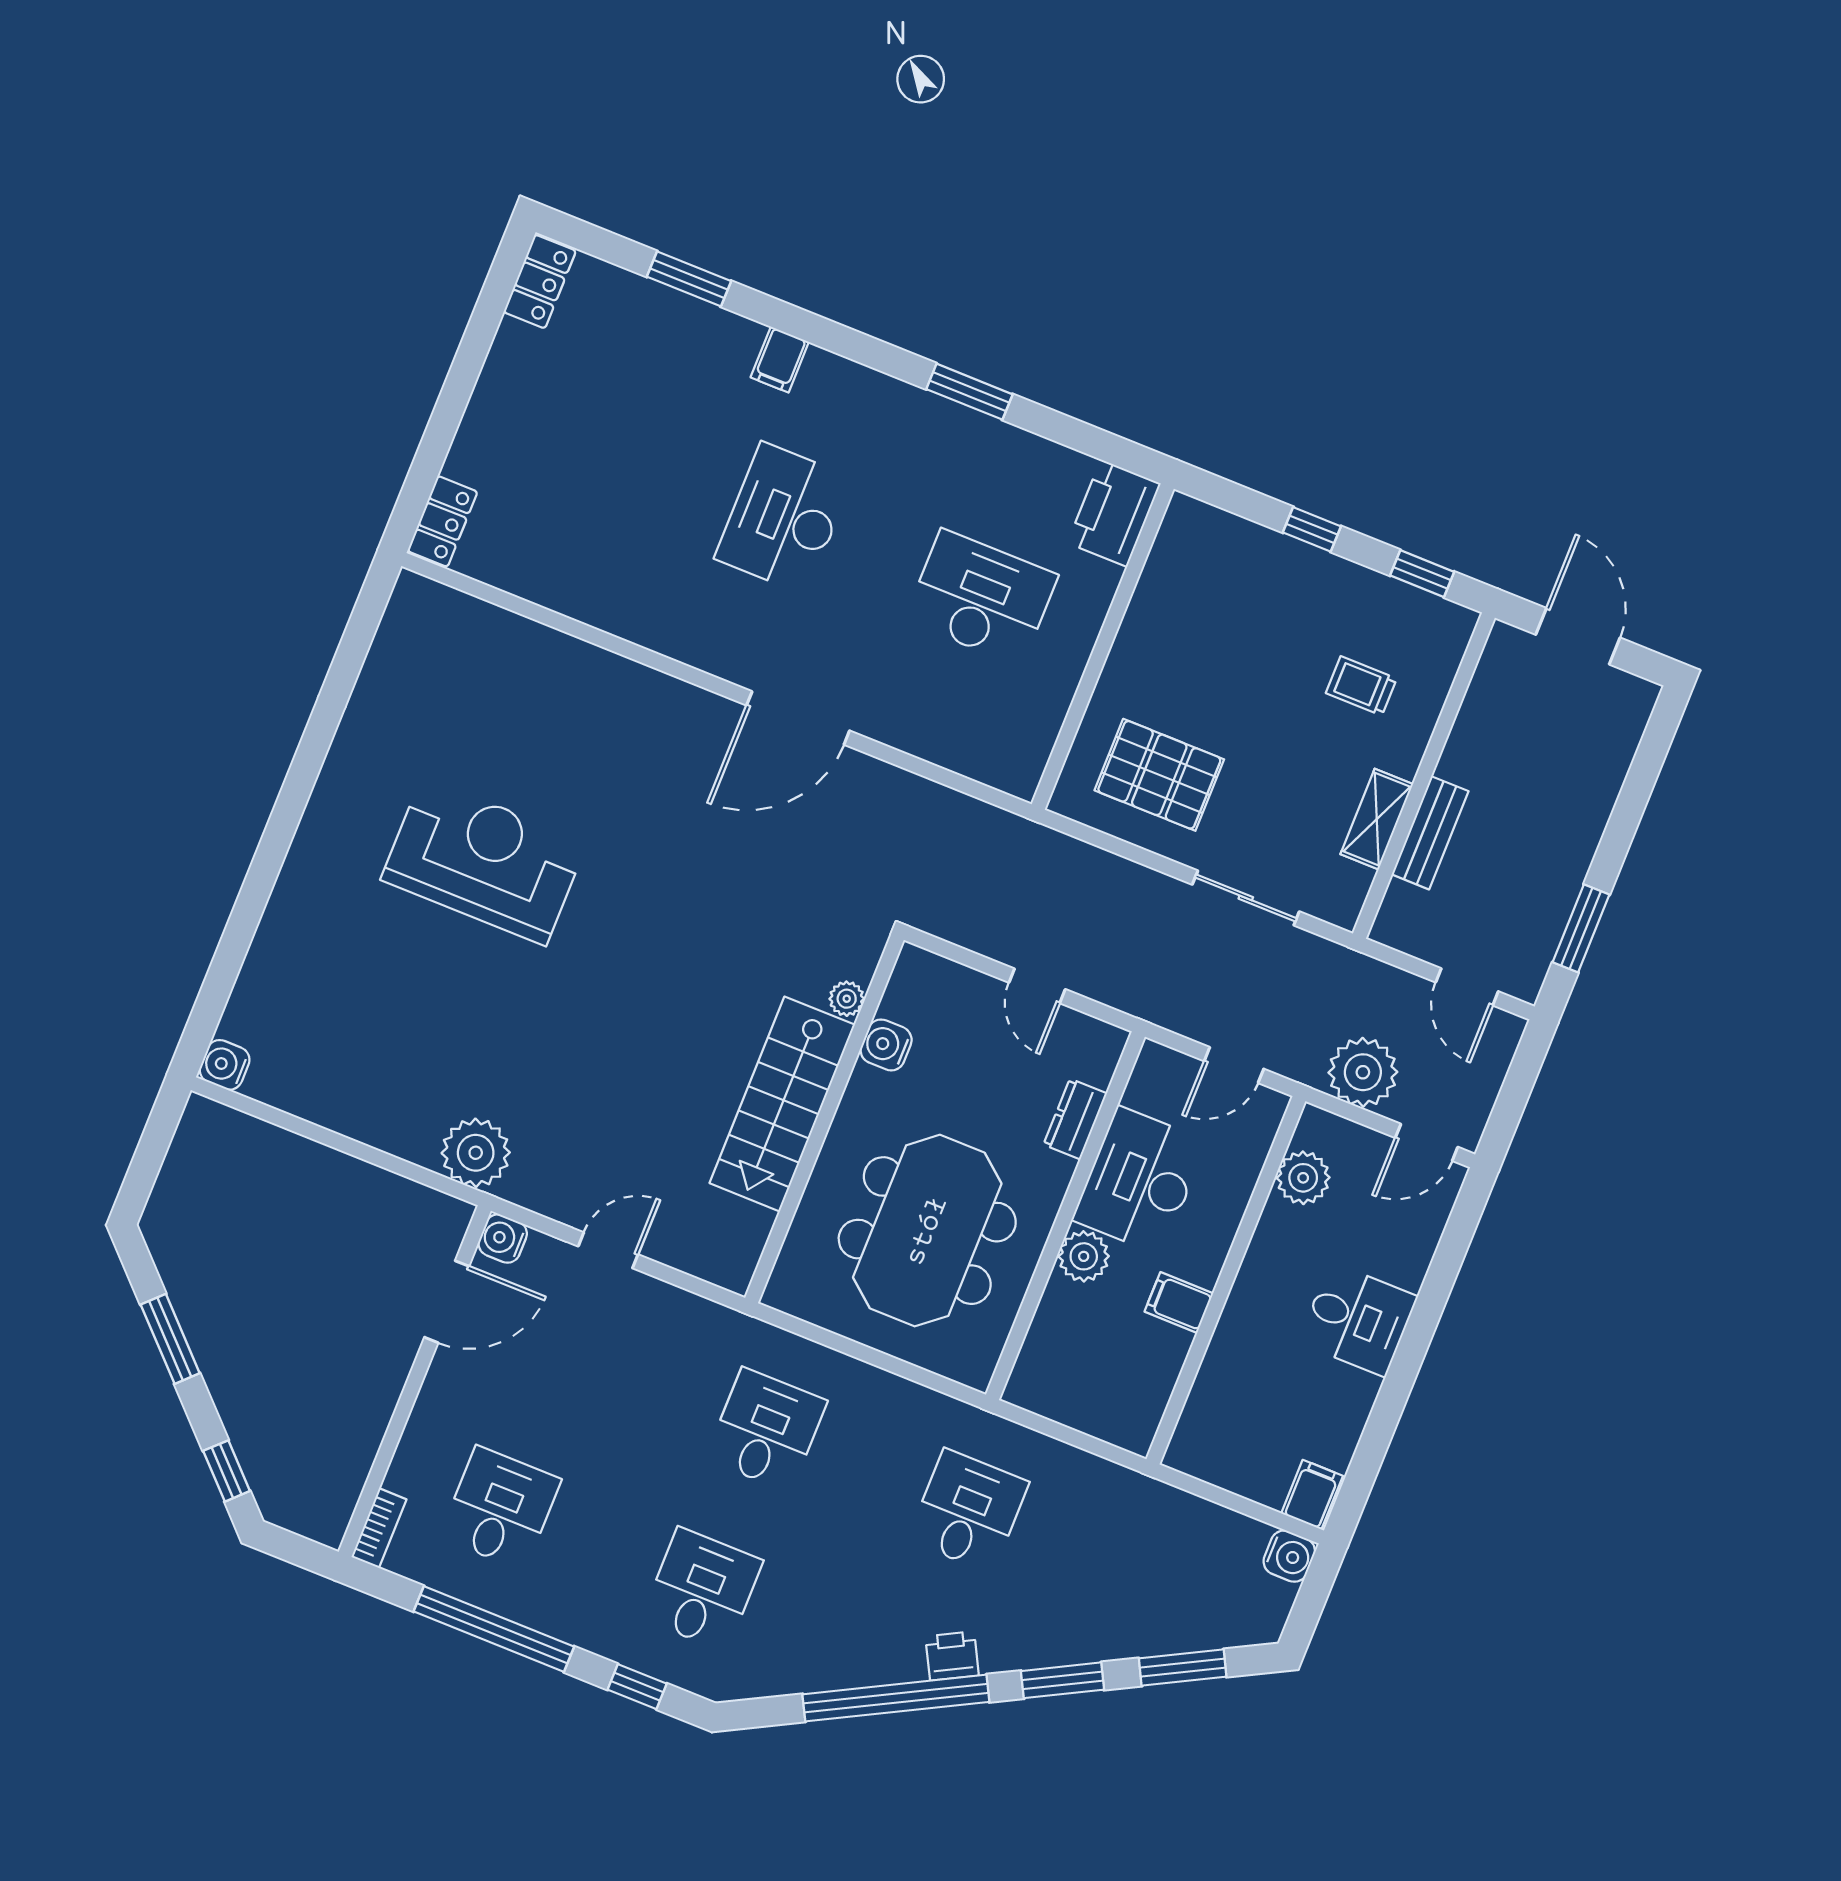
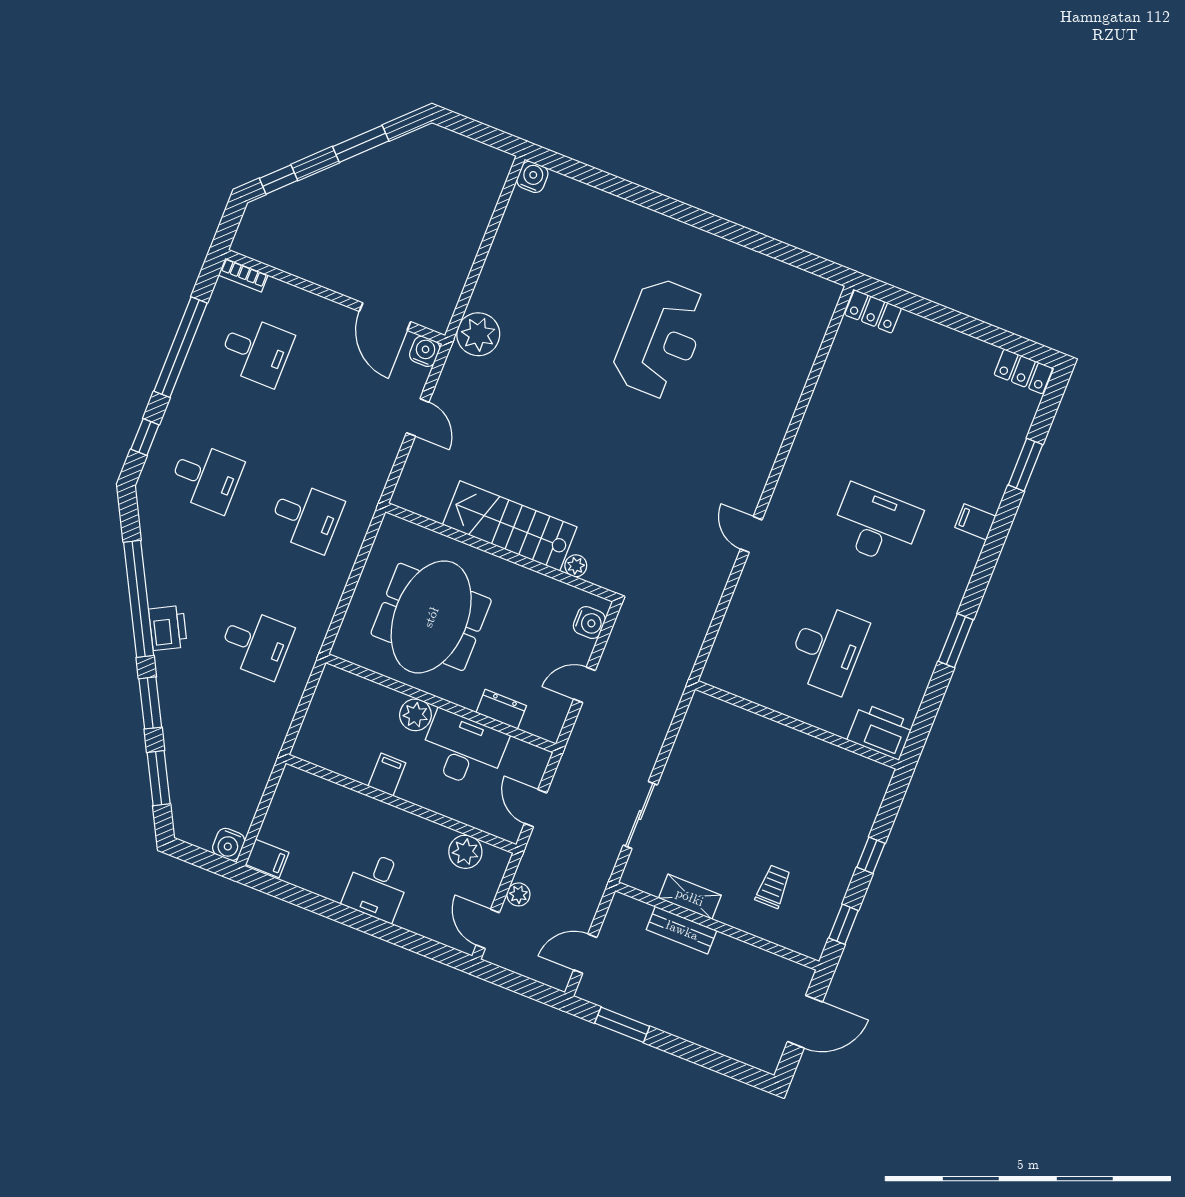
door: (798, 718) -> (751, 534), width x0.53
pallet: (1159, 775) -> (717, 761), removed
water cooler: (886, 1045) -> (589, 623), moved, turned 90
plant: (1363, 1072) -> (518, 894), width x0.53, depth x0.53
meeting table: (927, 1231) -> (431, 617), turned 90
printer: (952, 1656) -> (168, 628), width x1.36, depth x1.24

